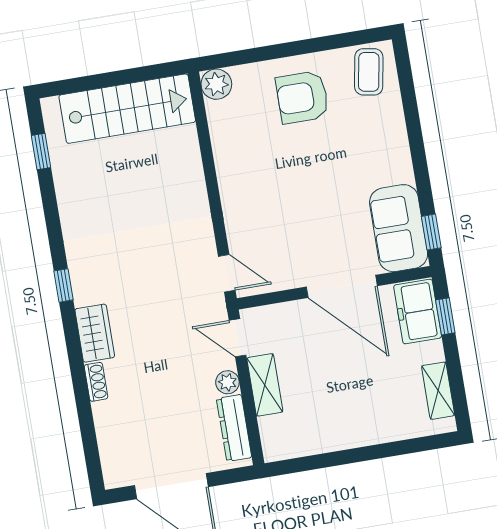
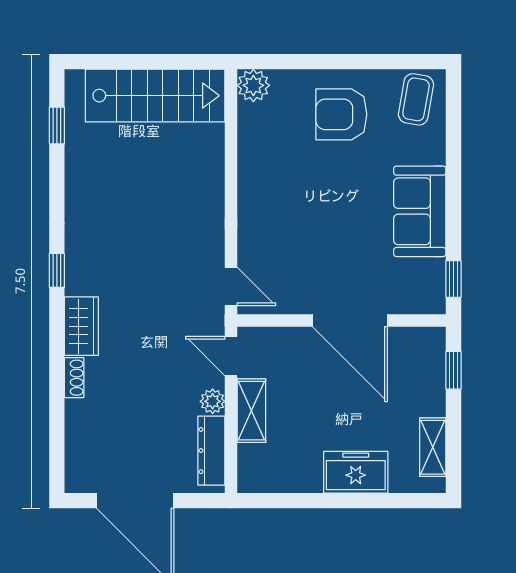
sofa: (399, 228) -> (420, 211), moved
freezer: (418, 312) -> (356, 472), moved, turned 90

